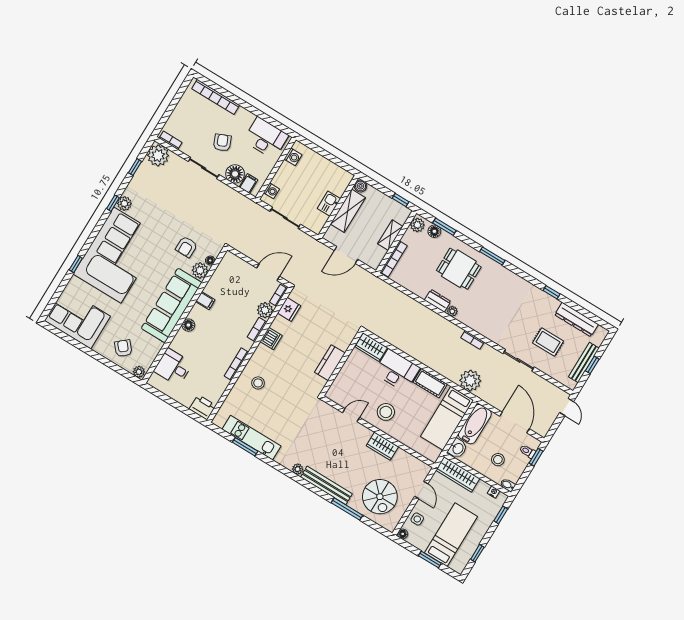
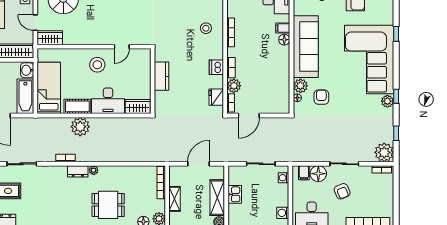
filing cabinet: (205, 301) -> (283, 28), moved
dresser: (438, 301) -> (78, 171), moved
plant: (470, 381) -> (80, 127), moved
wardrobe: (382, 446) -> (50, 38), moved

